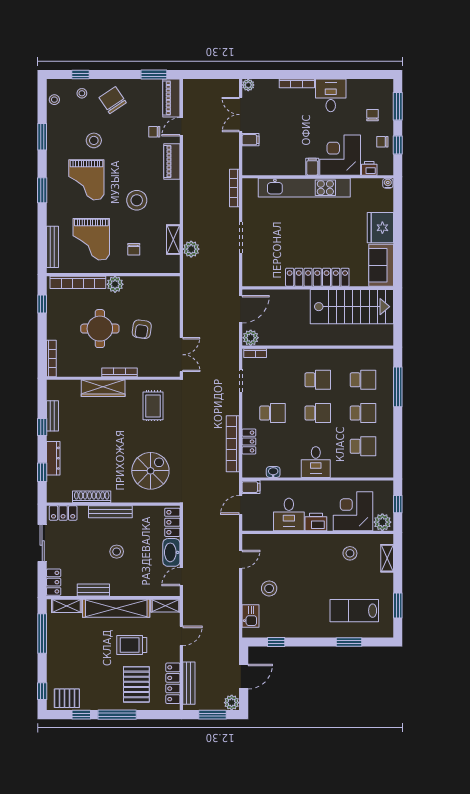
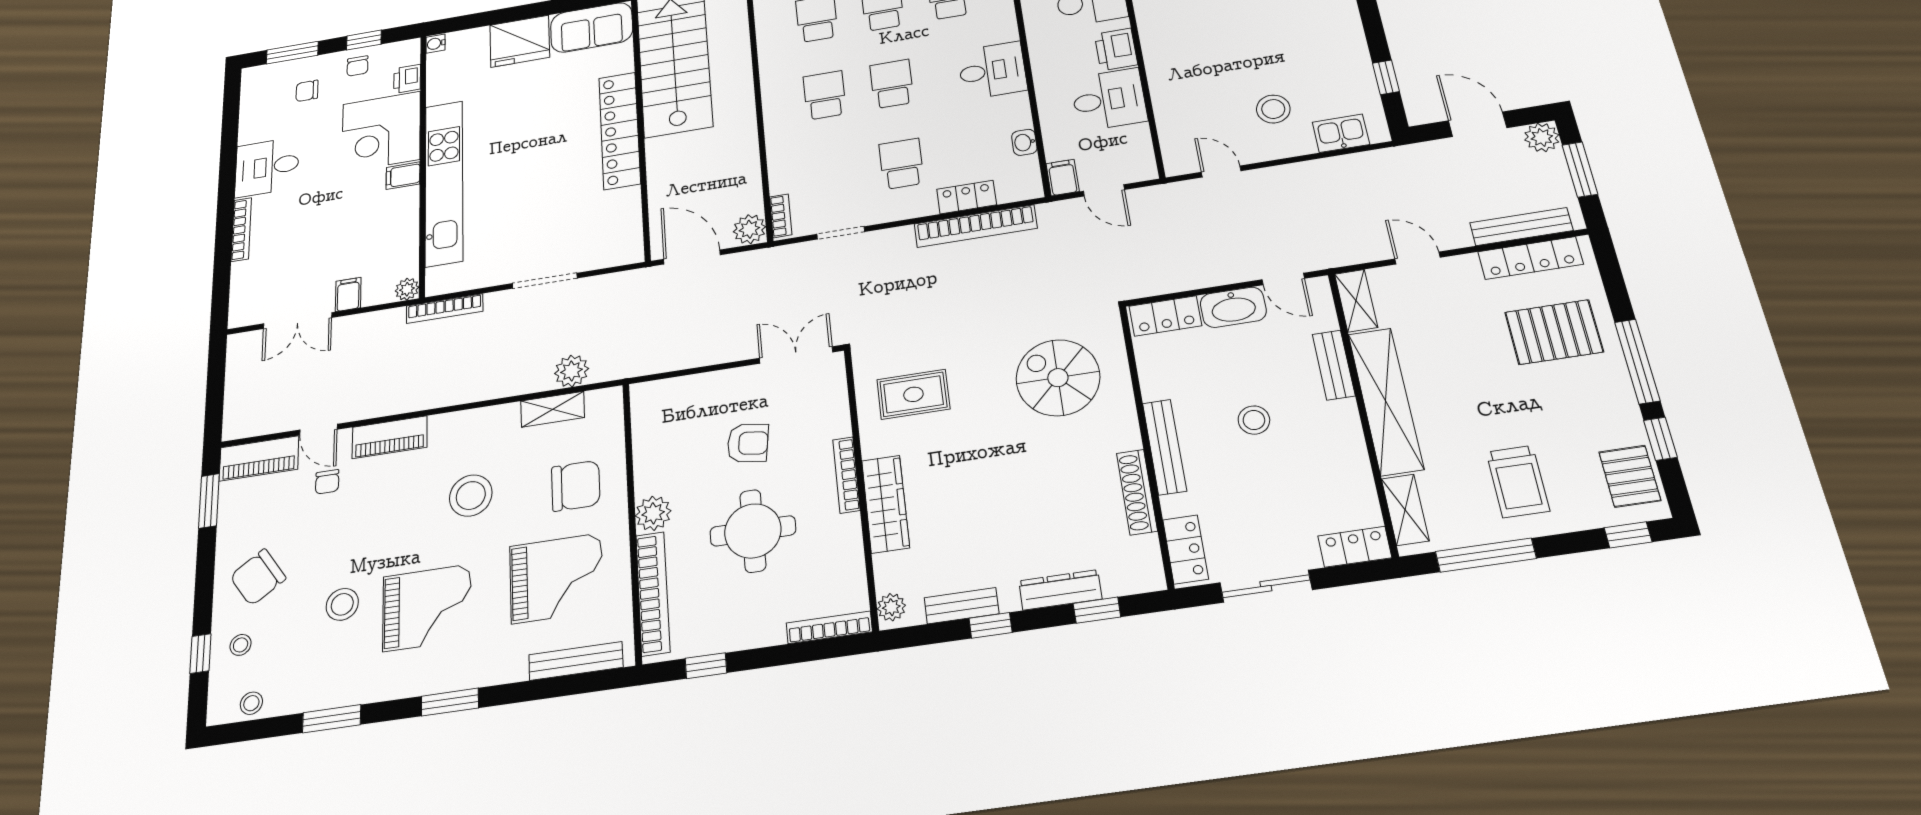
plant: (248, 85) -> (407, 289), moved
chair: (134, 249) -> (576, 486), width x1.87, depth x1.87
plant: (56, 386) -> (891, 607), added
bench: (93, 590) -> (1334, 365), moved
trolley: (132, 645) -> (1518, 481), moved

